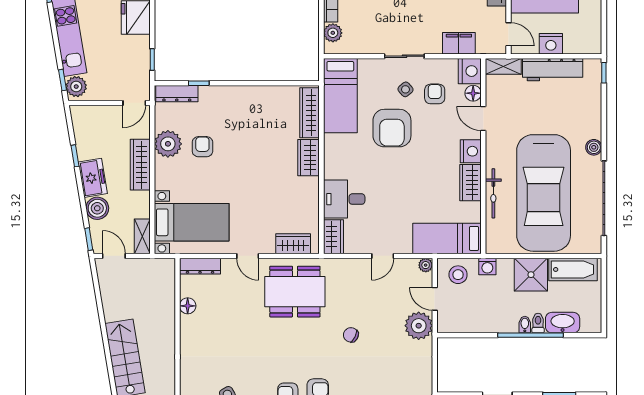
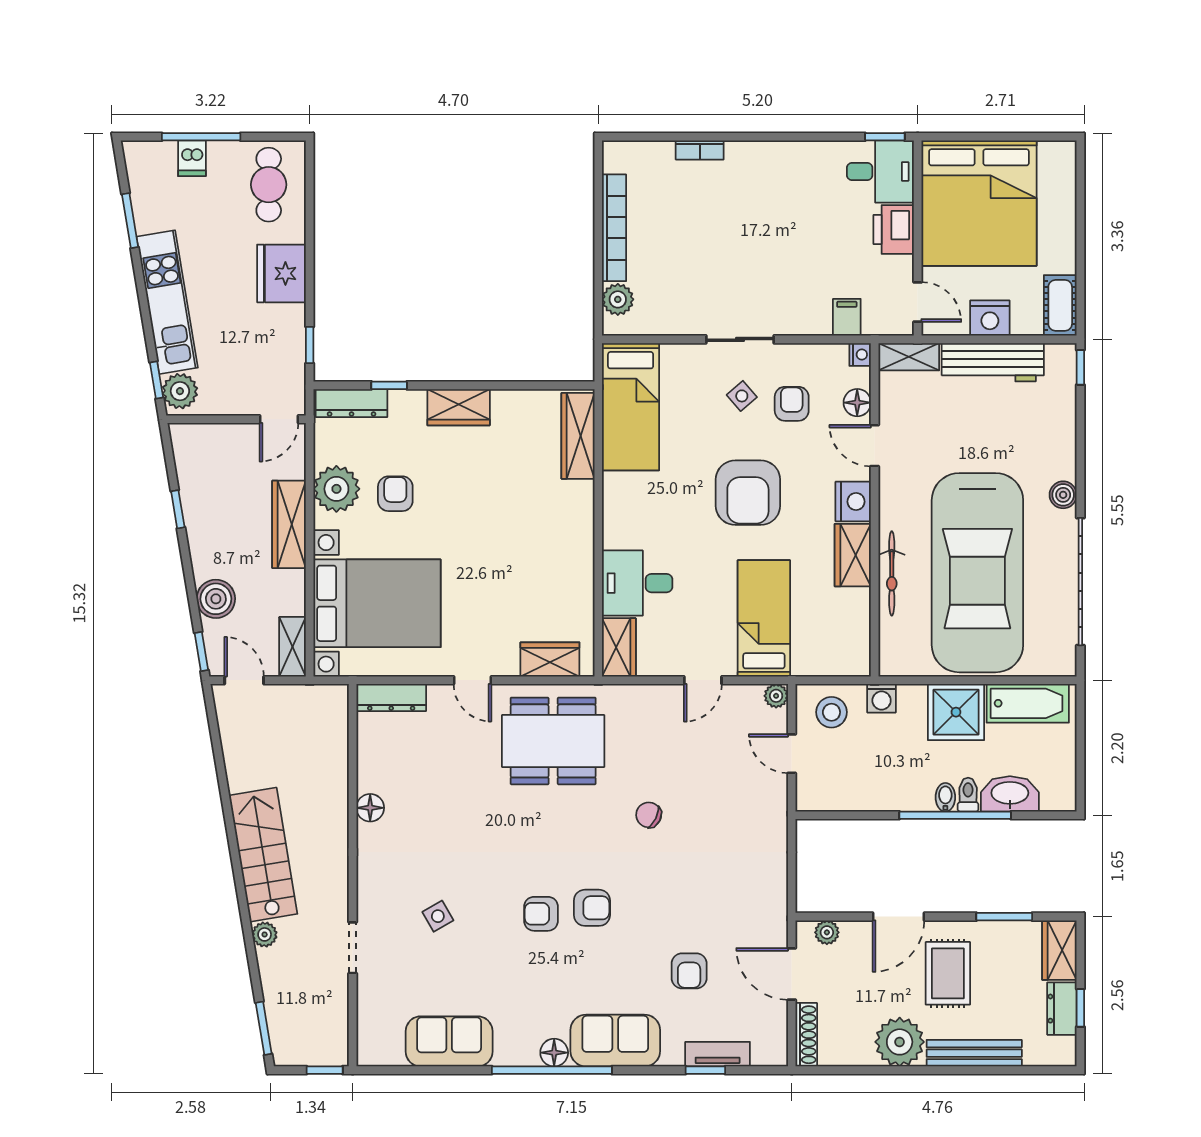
cot: (592, 36) -> (1060, 305), added
filing cabinet: (459, 43) -> (847, 317), width x0.50
nightstand: (470, 71) -> (860, 355), width x0.53, depth x0.56
armchair: (392, 128) -> (748, 493), moved
wardrobe: (309, 158) -> (459, 407), moved, turned -90
freezer: (93, 178) -> (208, 547), removed
bed with nightstands: (192, 222) -> (377, 603), width x1.36
bed: (447, 238) -> (764, 618), moved, turned 90
floor lamp: (188, 306) -> (370, 808), moved
plant: (419, 326) -> (764, 799), removed

